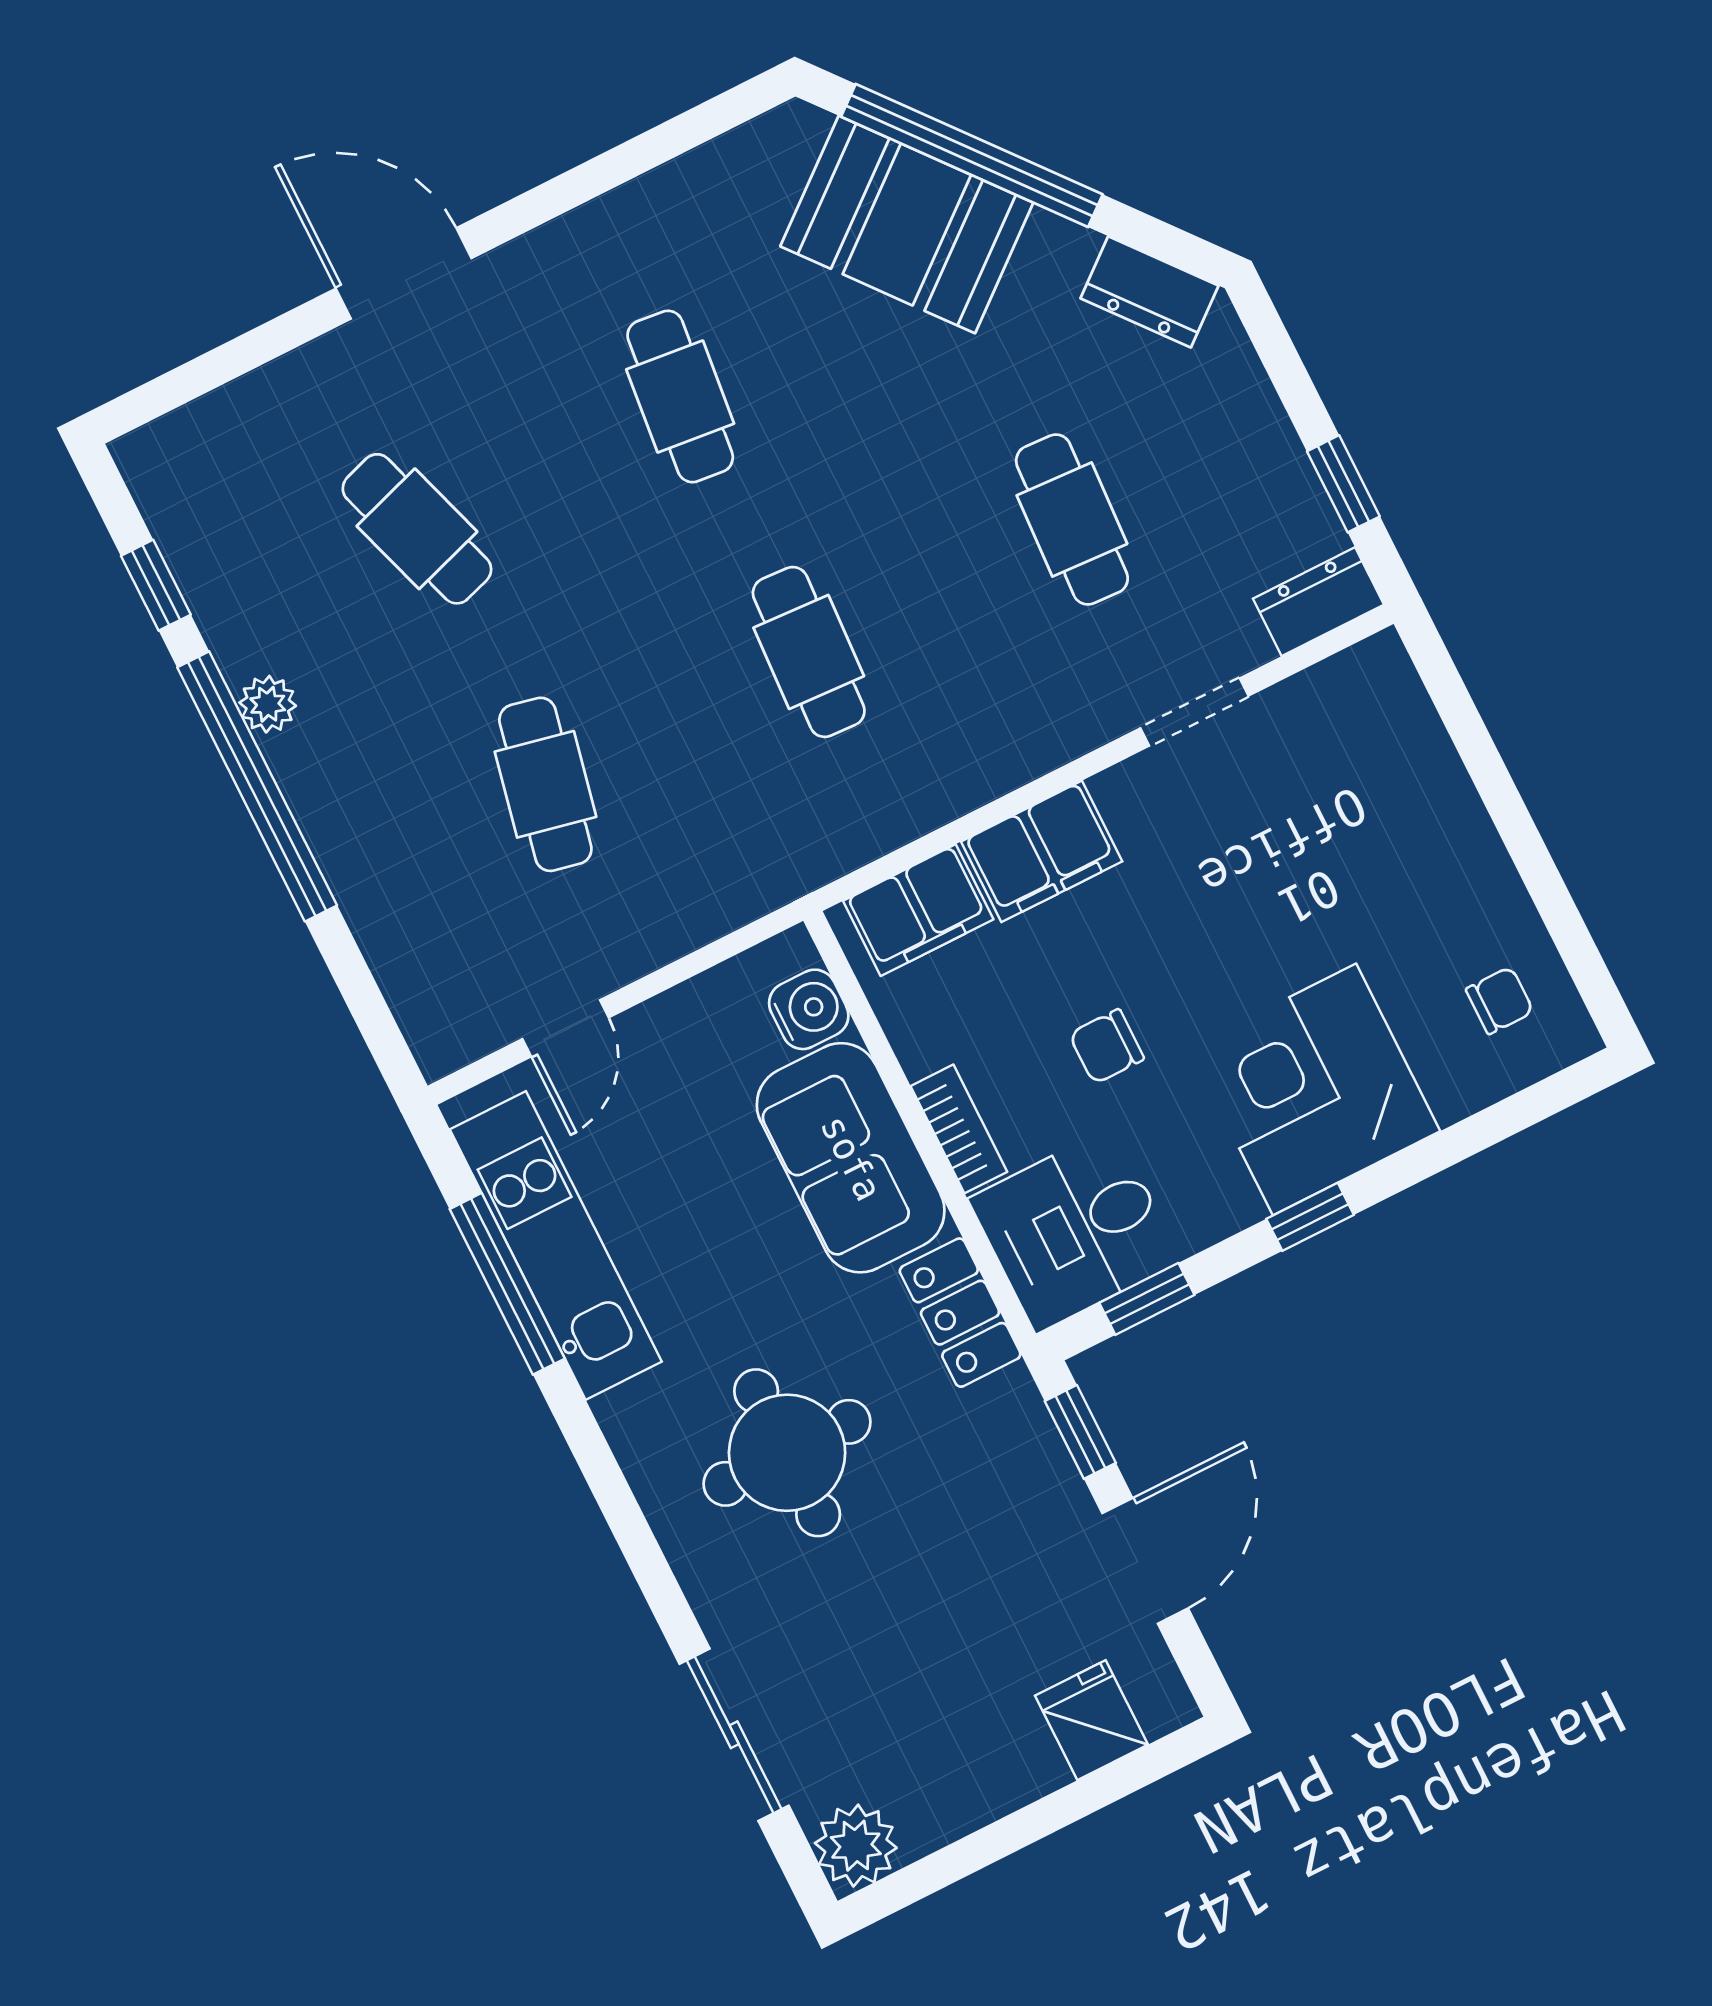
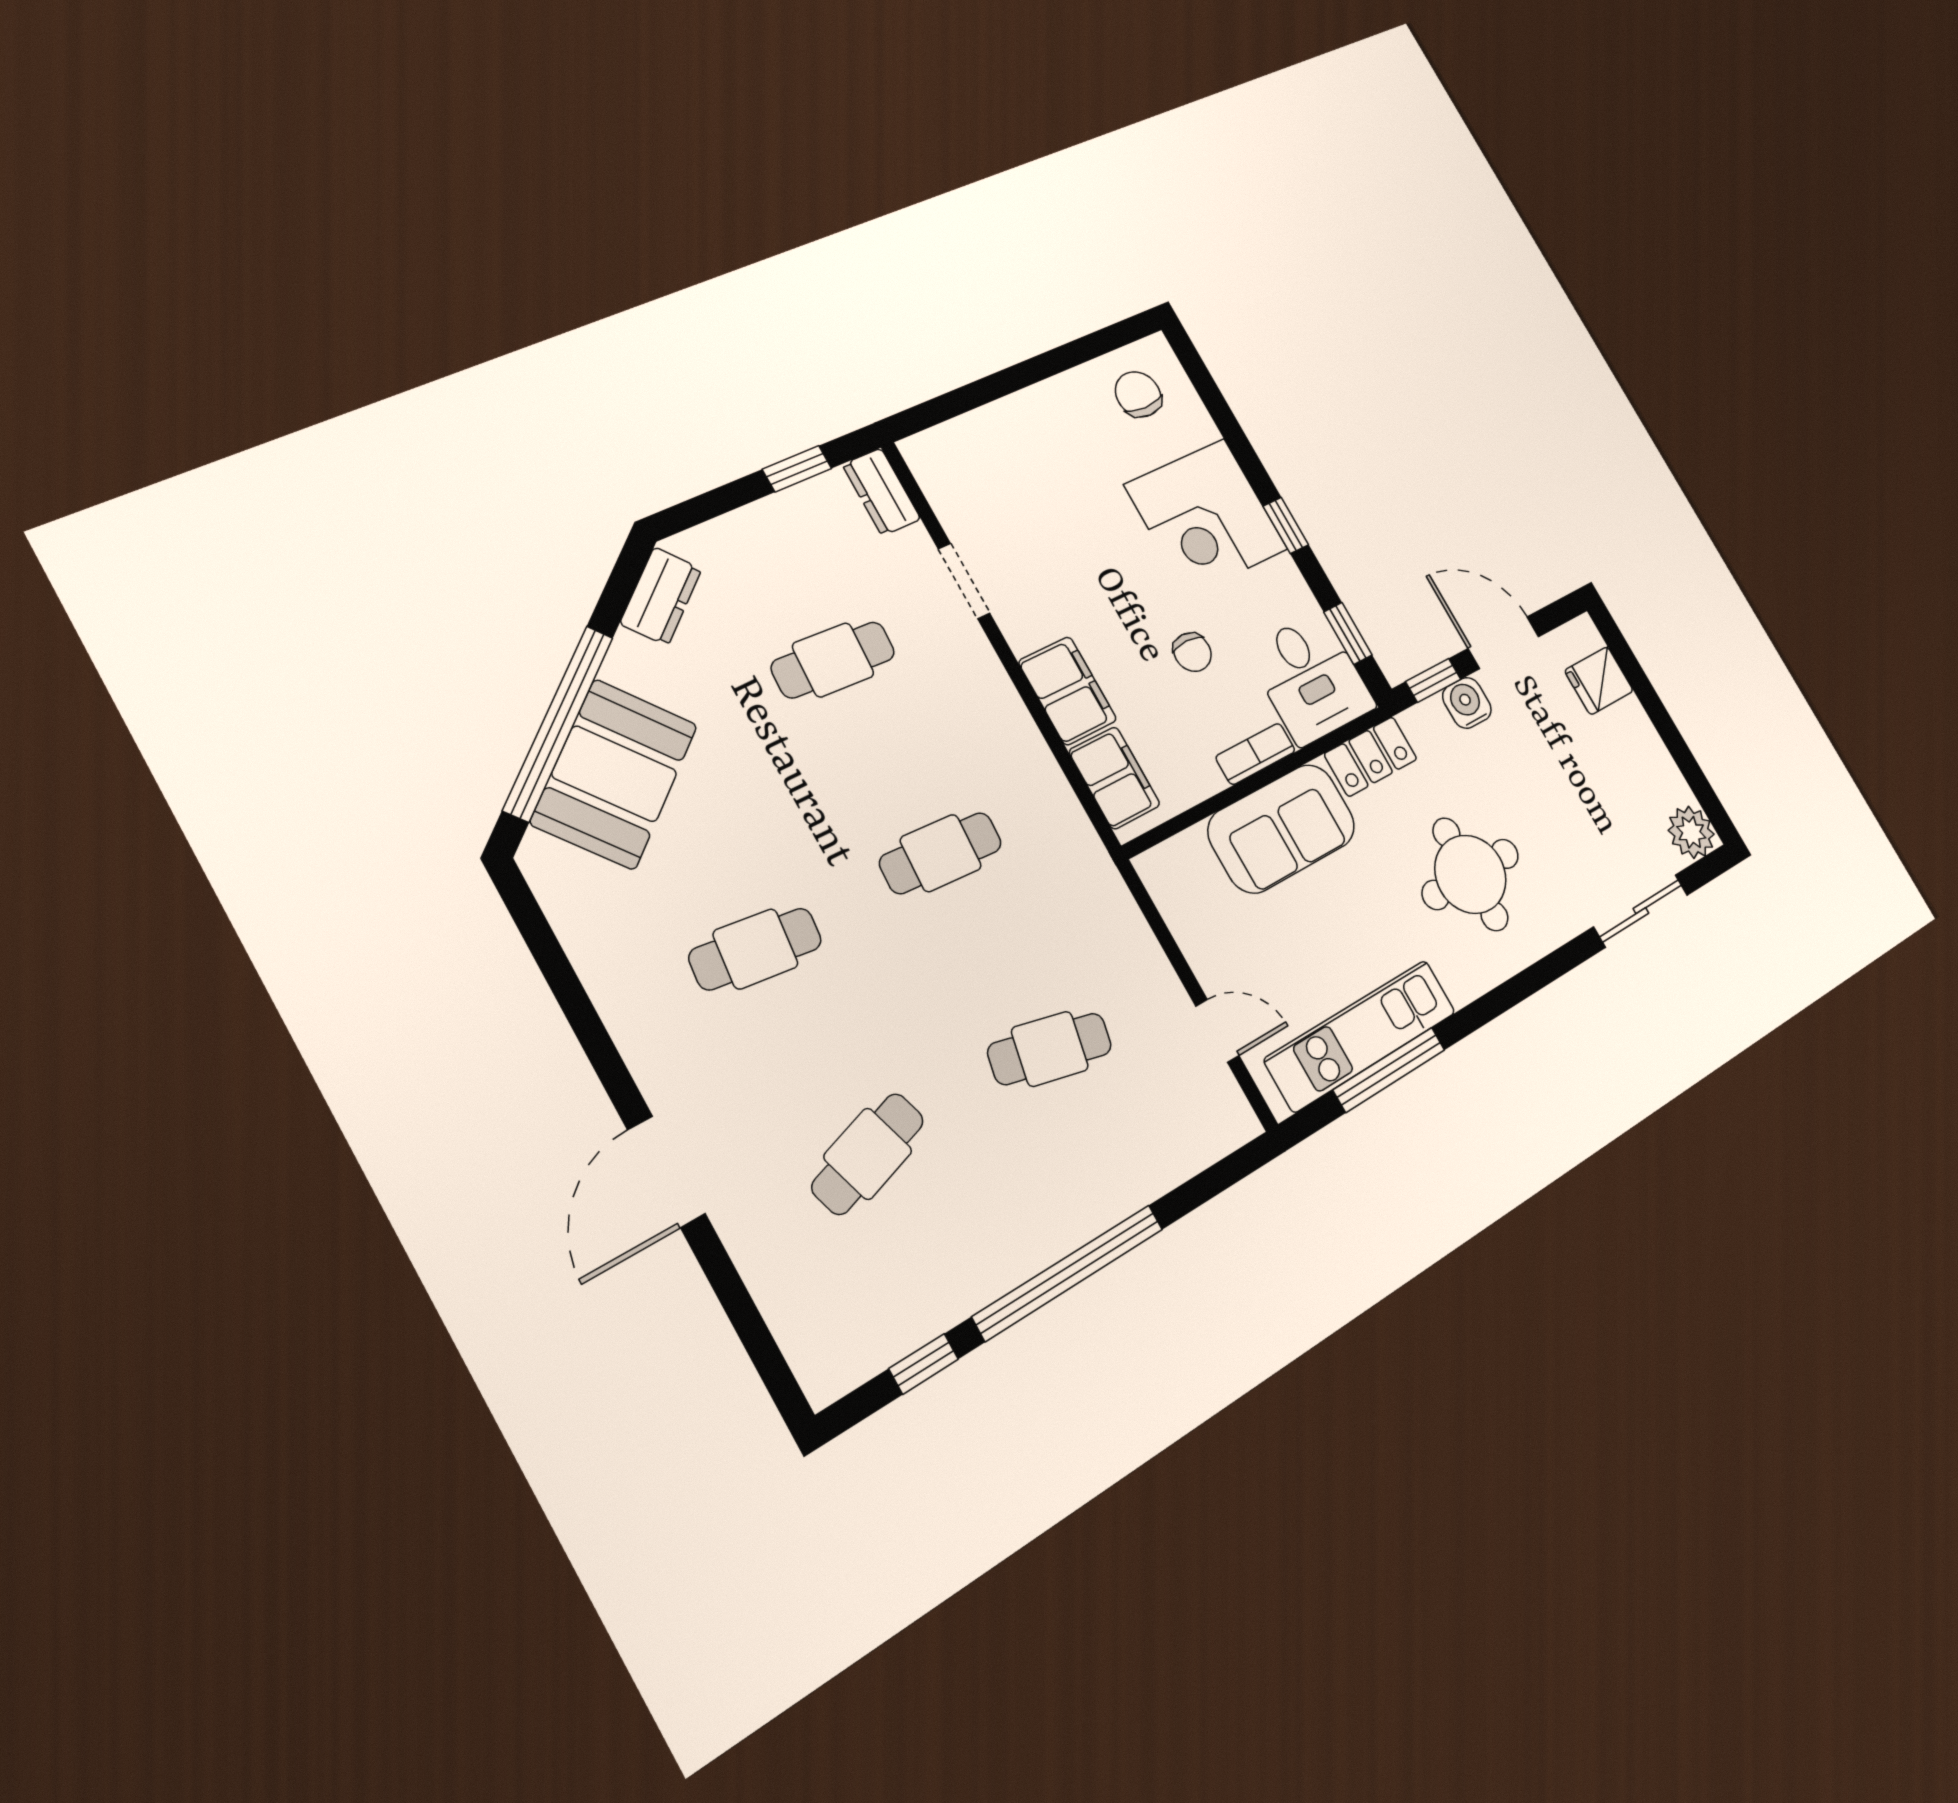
plant: (268, 704) -> (1008, 1267), removed
chair: (1500, 1000) -> (1138, 394), width x1.37, depth x1.37
water cooler: (809, 1009) -> (1467, 703), moved

